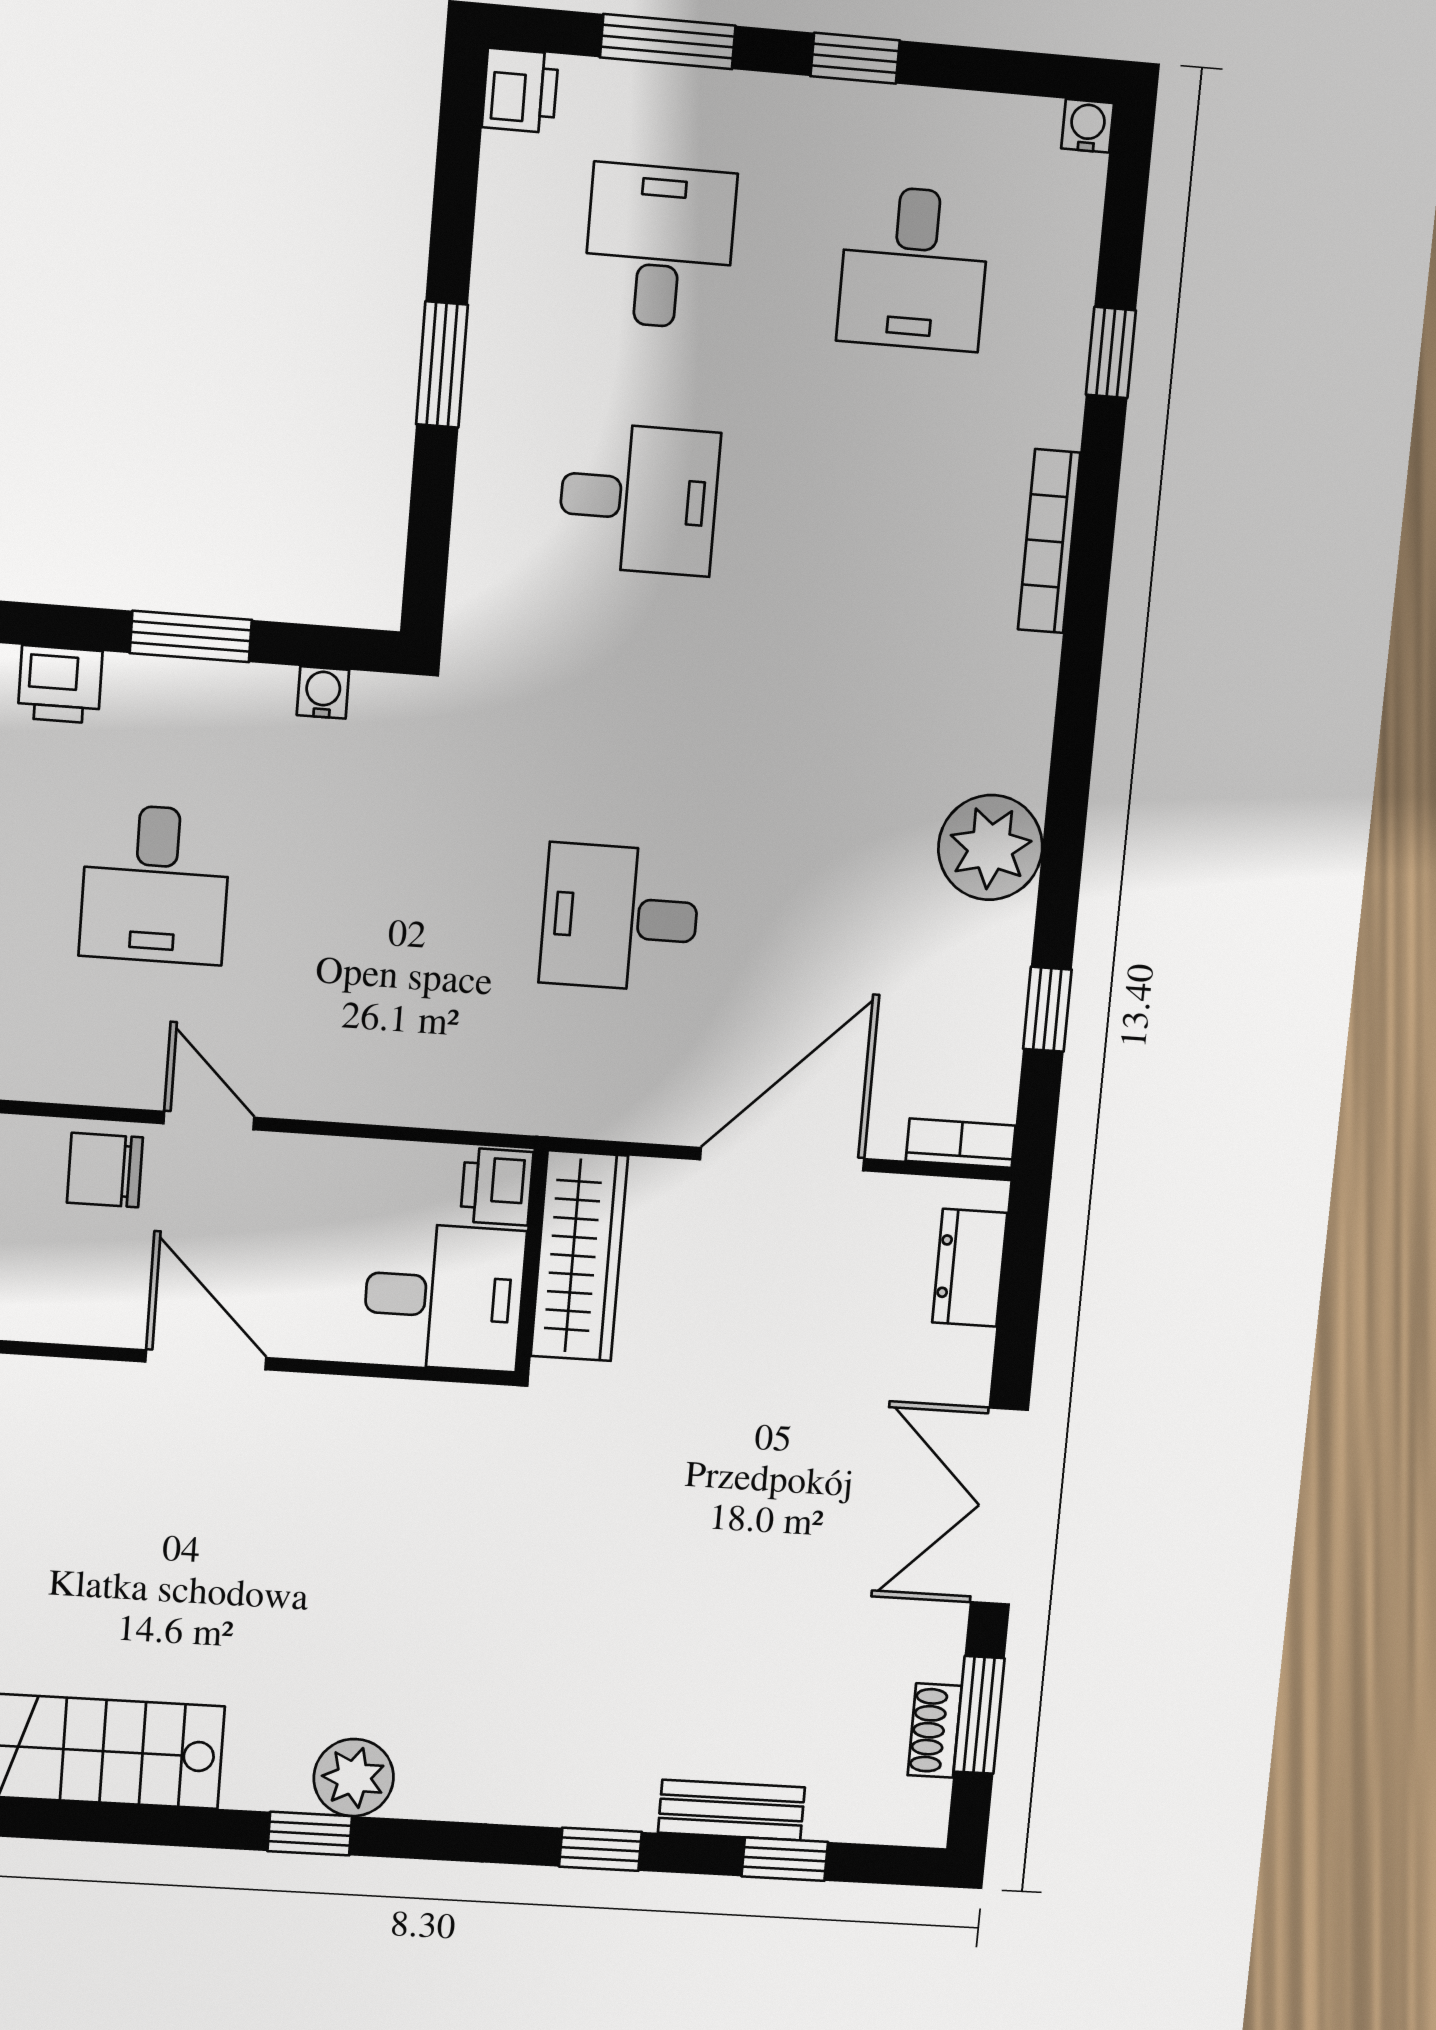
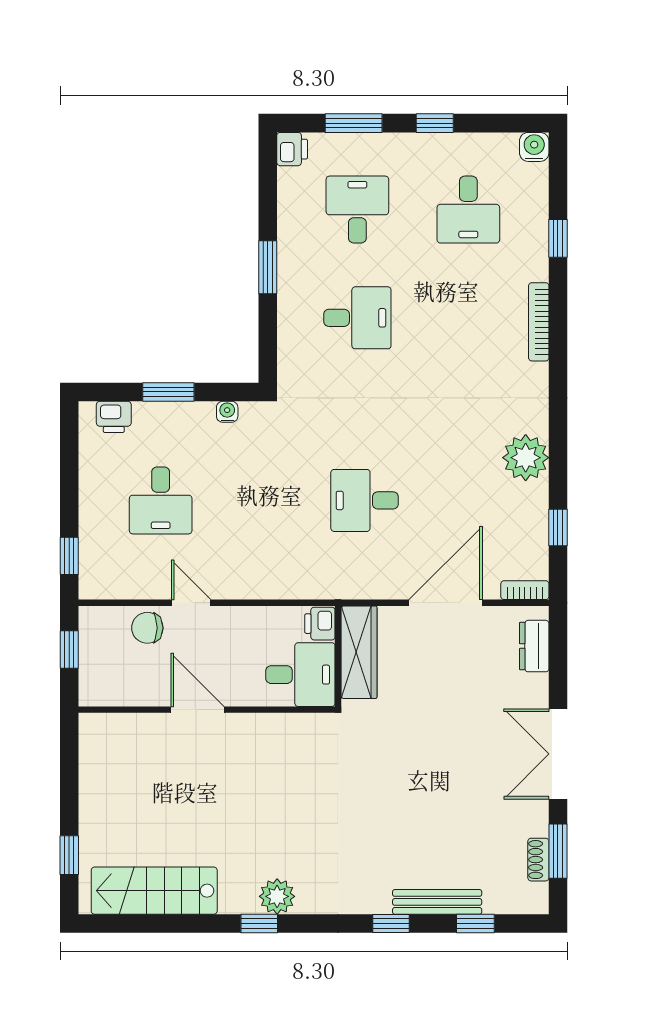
water cooler: (1088, 126) -> (534, 147), width x1.38, depth x1.38
bench: (731, 1810) -> (437, 902), width x1.36

